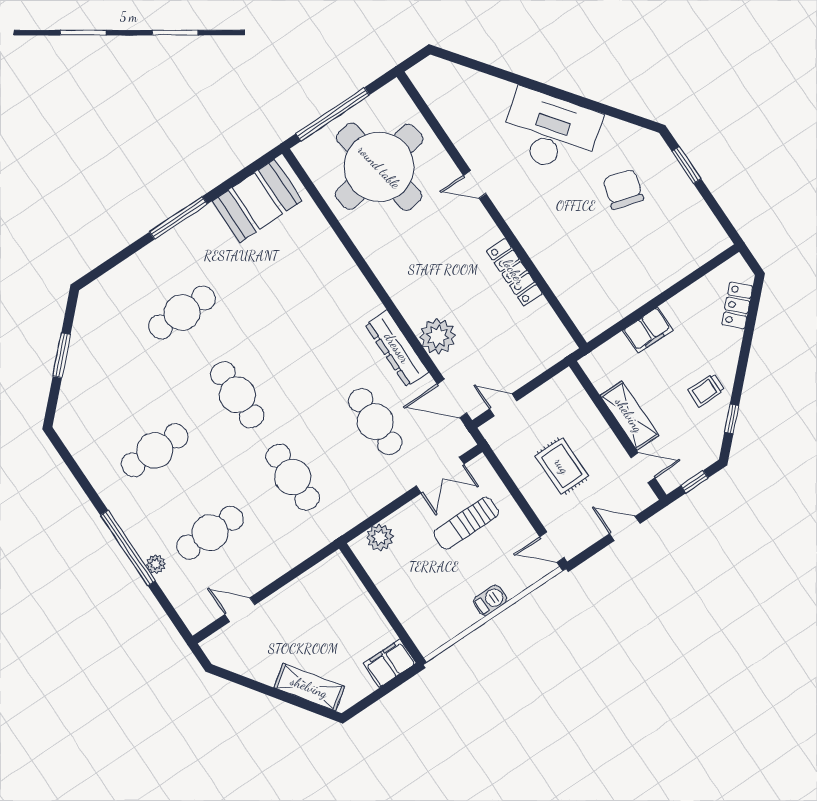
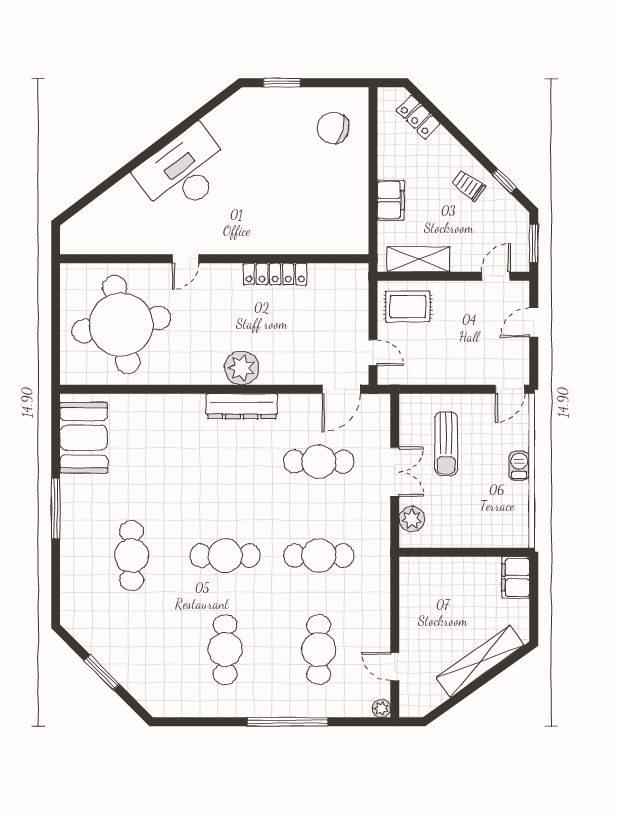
window: (333, 114) -> (56, 333), removed
chair: (623, 189) -> (333, 128), moved
plant: (438, 336) -> (242, 368), moved
dresser: (397, 348) -> (242, 406), moved
trolley: (706, 390) -> (468, 186), turned 126
door: (503, 405) -> (373, 353), swing flipped
shelving: (629, 415) -> (418, 259), moved
rug: (562, 466) -> (408, 306), moved
double door: (440, 475) -> (395, 472), moved
window: (694, 482) -> (534, 243), width x1.50
plant: (156, 564) -> (381, 708), moved
door: (240, 610) -> (395, 667), hinge flipped
shelving: (309, 687) -> (480, 661), width x1.47

